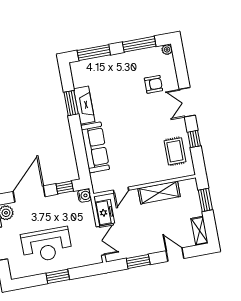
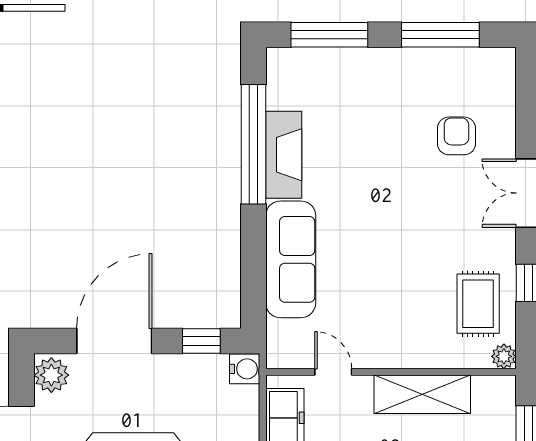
plant: (167, 50) -> (504, 356), moved
armchair: (153, 84) -> (456, 136), turned -90
window: (71, 103) -> (253, 144), width x2.11
door: (121, 190) -> (333, 372), swing flipped

